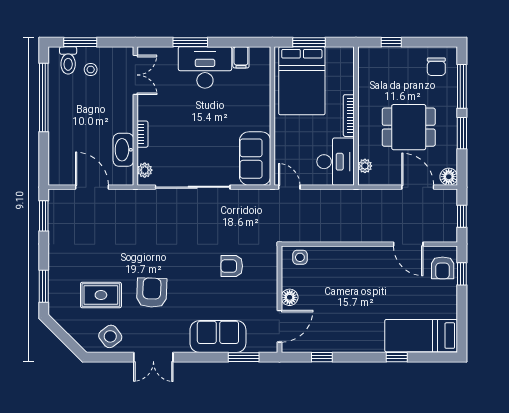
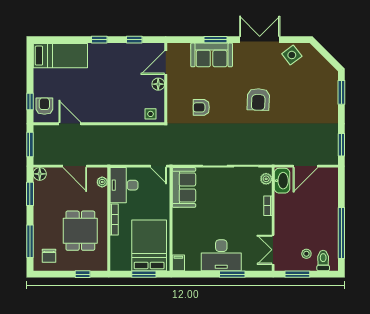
window: (80, 42) -> (297, 274), moved
filing cabinet: (241, 57) -> (178, 263), moved
chair: (436, 67) -> (49, 256), turned 180
dining table: (409, 127) -> (80, 231), moved, turned 90
window: (462, 133) -> (30, 194), moved
washbasin: (123, 150) -> (282, 181), moved
door: (92, 187) -> (305, 166), hinge flipped
door: (418, 187) -> (75, 166), moved
window: (462, 216) -> (30, 144), width x1.50
armchair: (232, 266) -> (201, 107), turned 180
armchair: (152, 293) -> (258, 99), moved
rug: (101, 295) -> (299, 86), removed
double door: (153, 357) -> (260, 40), width x1.37
window: (244, 357) -> (215, 40), moved
window: (397, 357) -> (99, 40), moved

